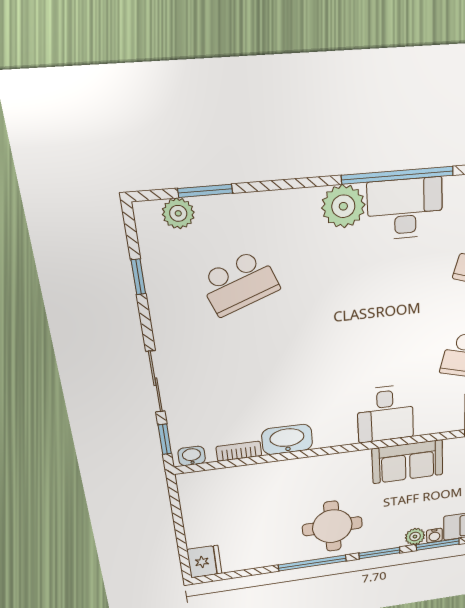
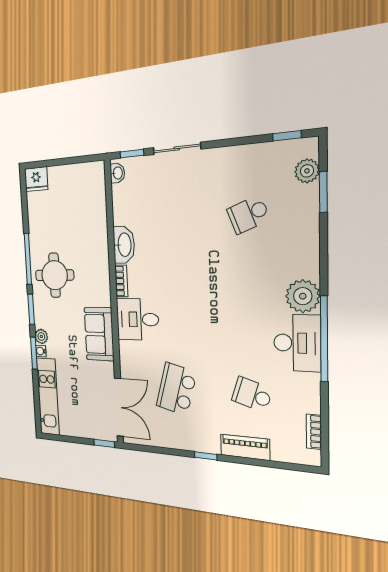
window: (138, 277) -> (287, 136), moved
school desk: (239, 283) -> (248, 215), width x0.54
bookcase: (239, 451) -> (121, 281), moved

